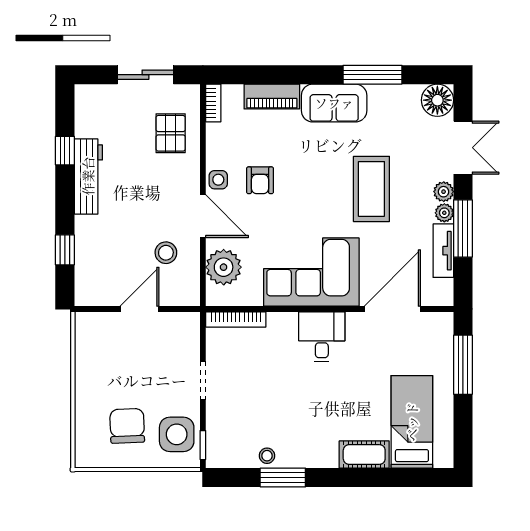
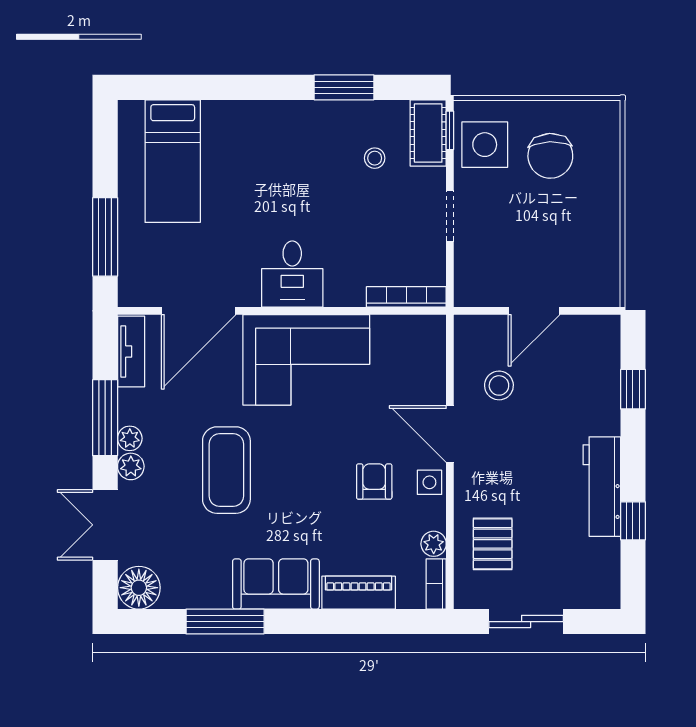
tv unit: (443, 251) -> (131, 351), moved
plant: (224, 267) -> (434, 544), moved, width x0.53, depth x0.53
cot: (364, 455) -> (428, 133), moved, turned 90
stool: (267, 456) -> (375, 158), moved

